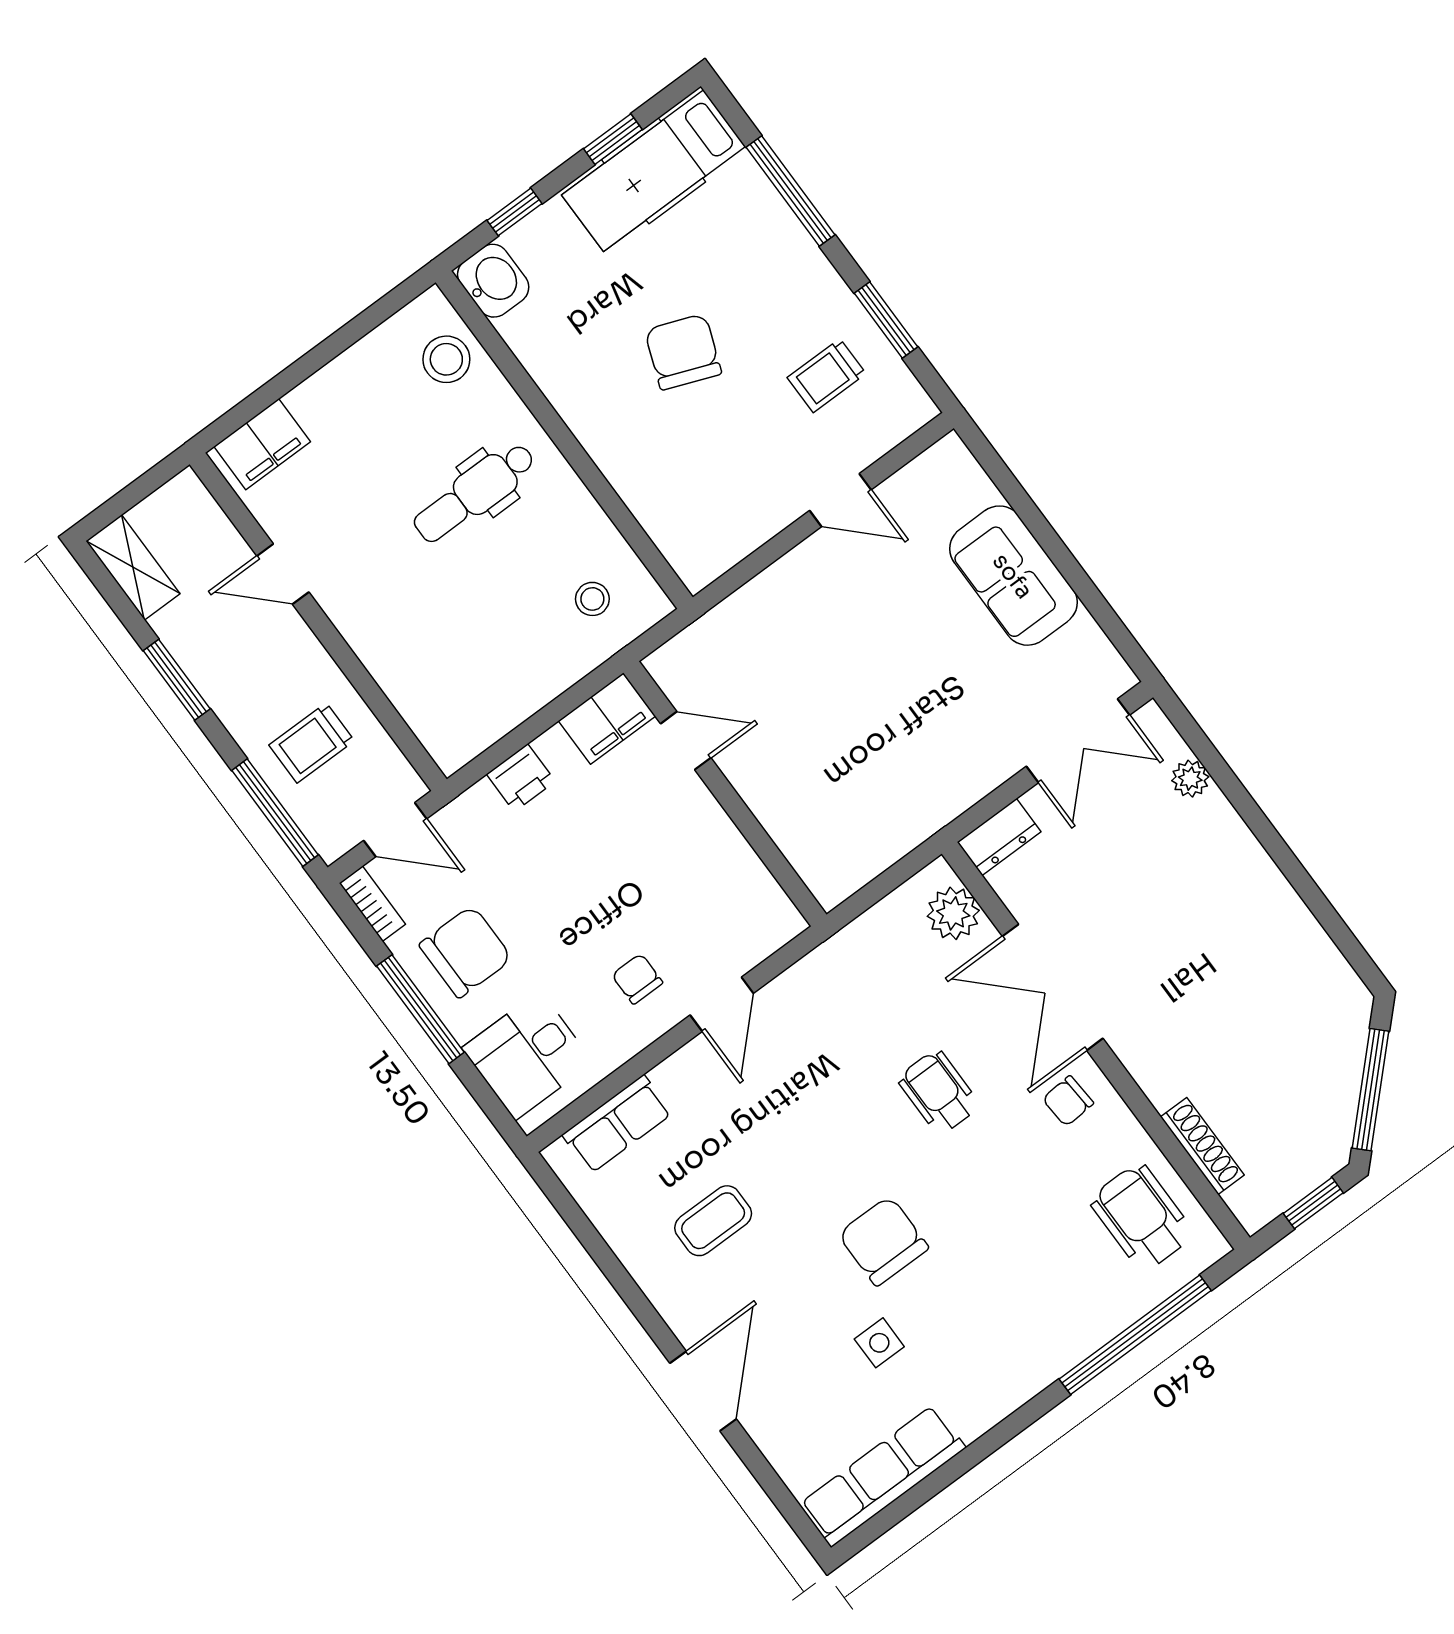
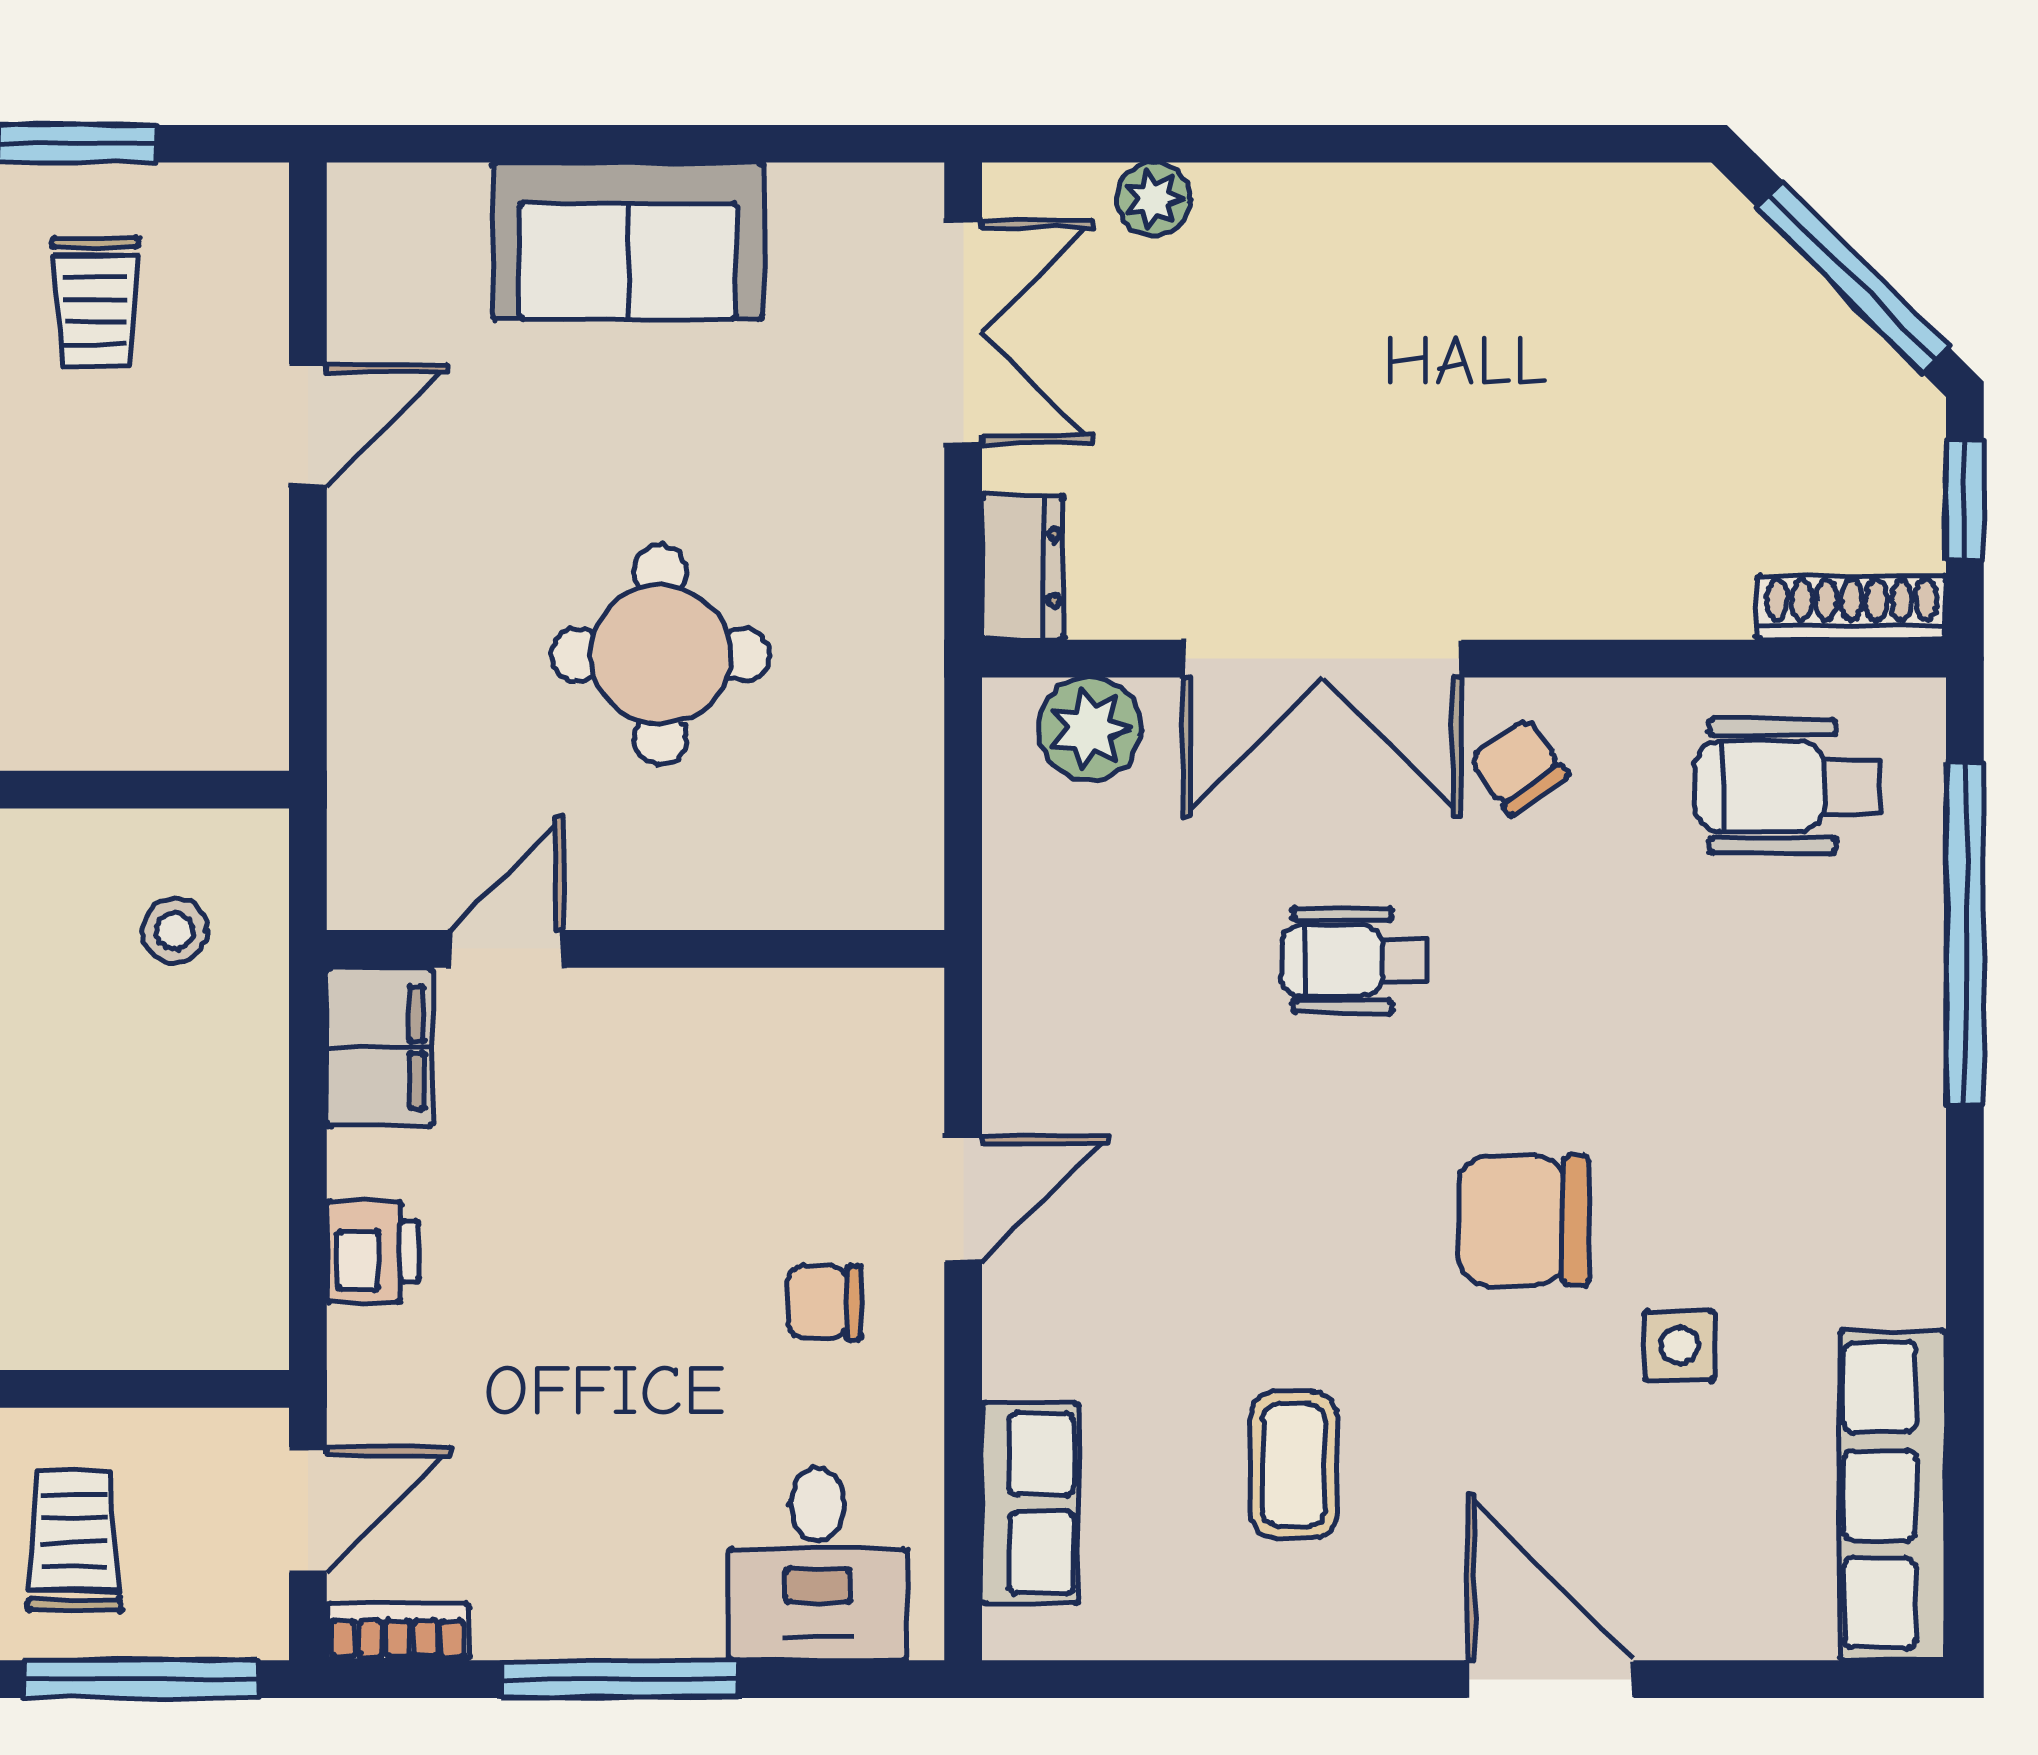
round table: (853, 715) -> (660, 655), added
trolley: (312, 743) -> (74, 1540), turned 180
chair: (466, 952) -> (582, 1541), removed
door: (722, 1004) -> (963, 1199), hinge flipped
chair: (1068, 1101) -> (1519, 767), turned 148
shoe rack: (1202, 1146) -> (1852, 608), moved

